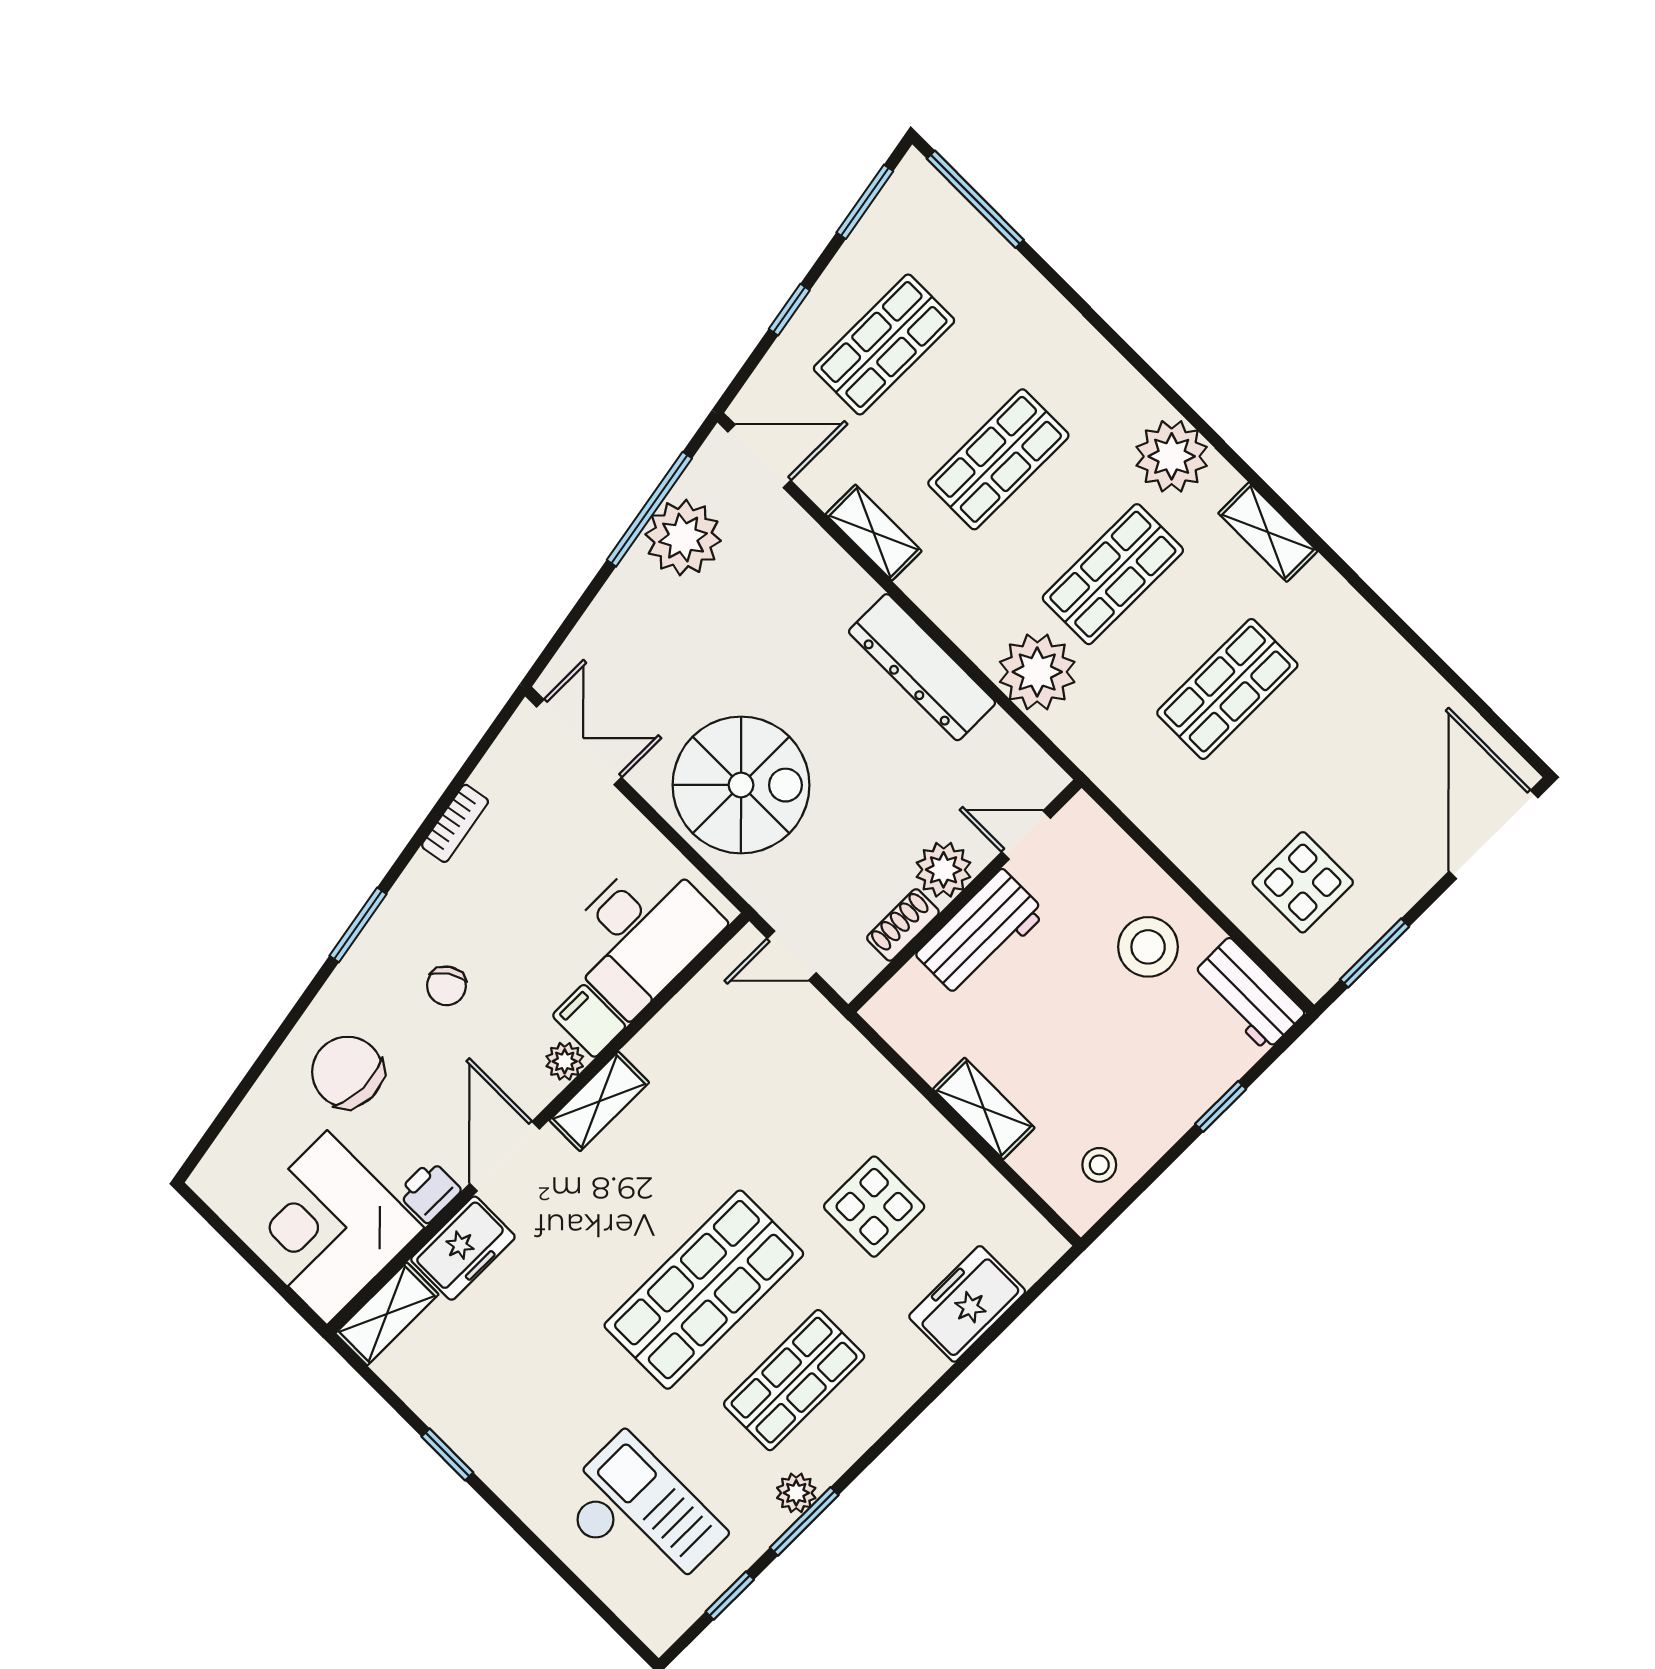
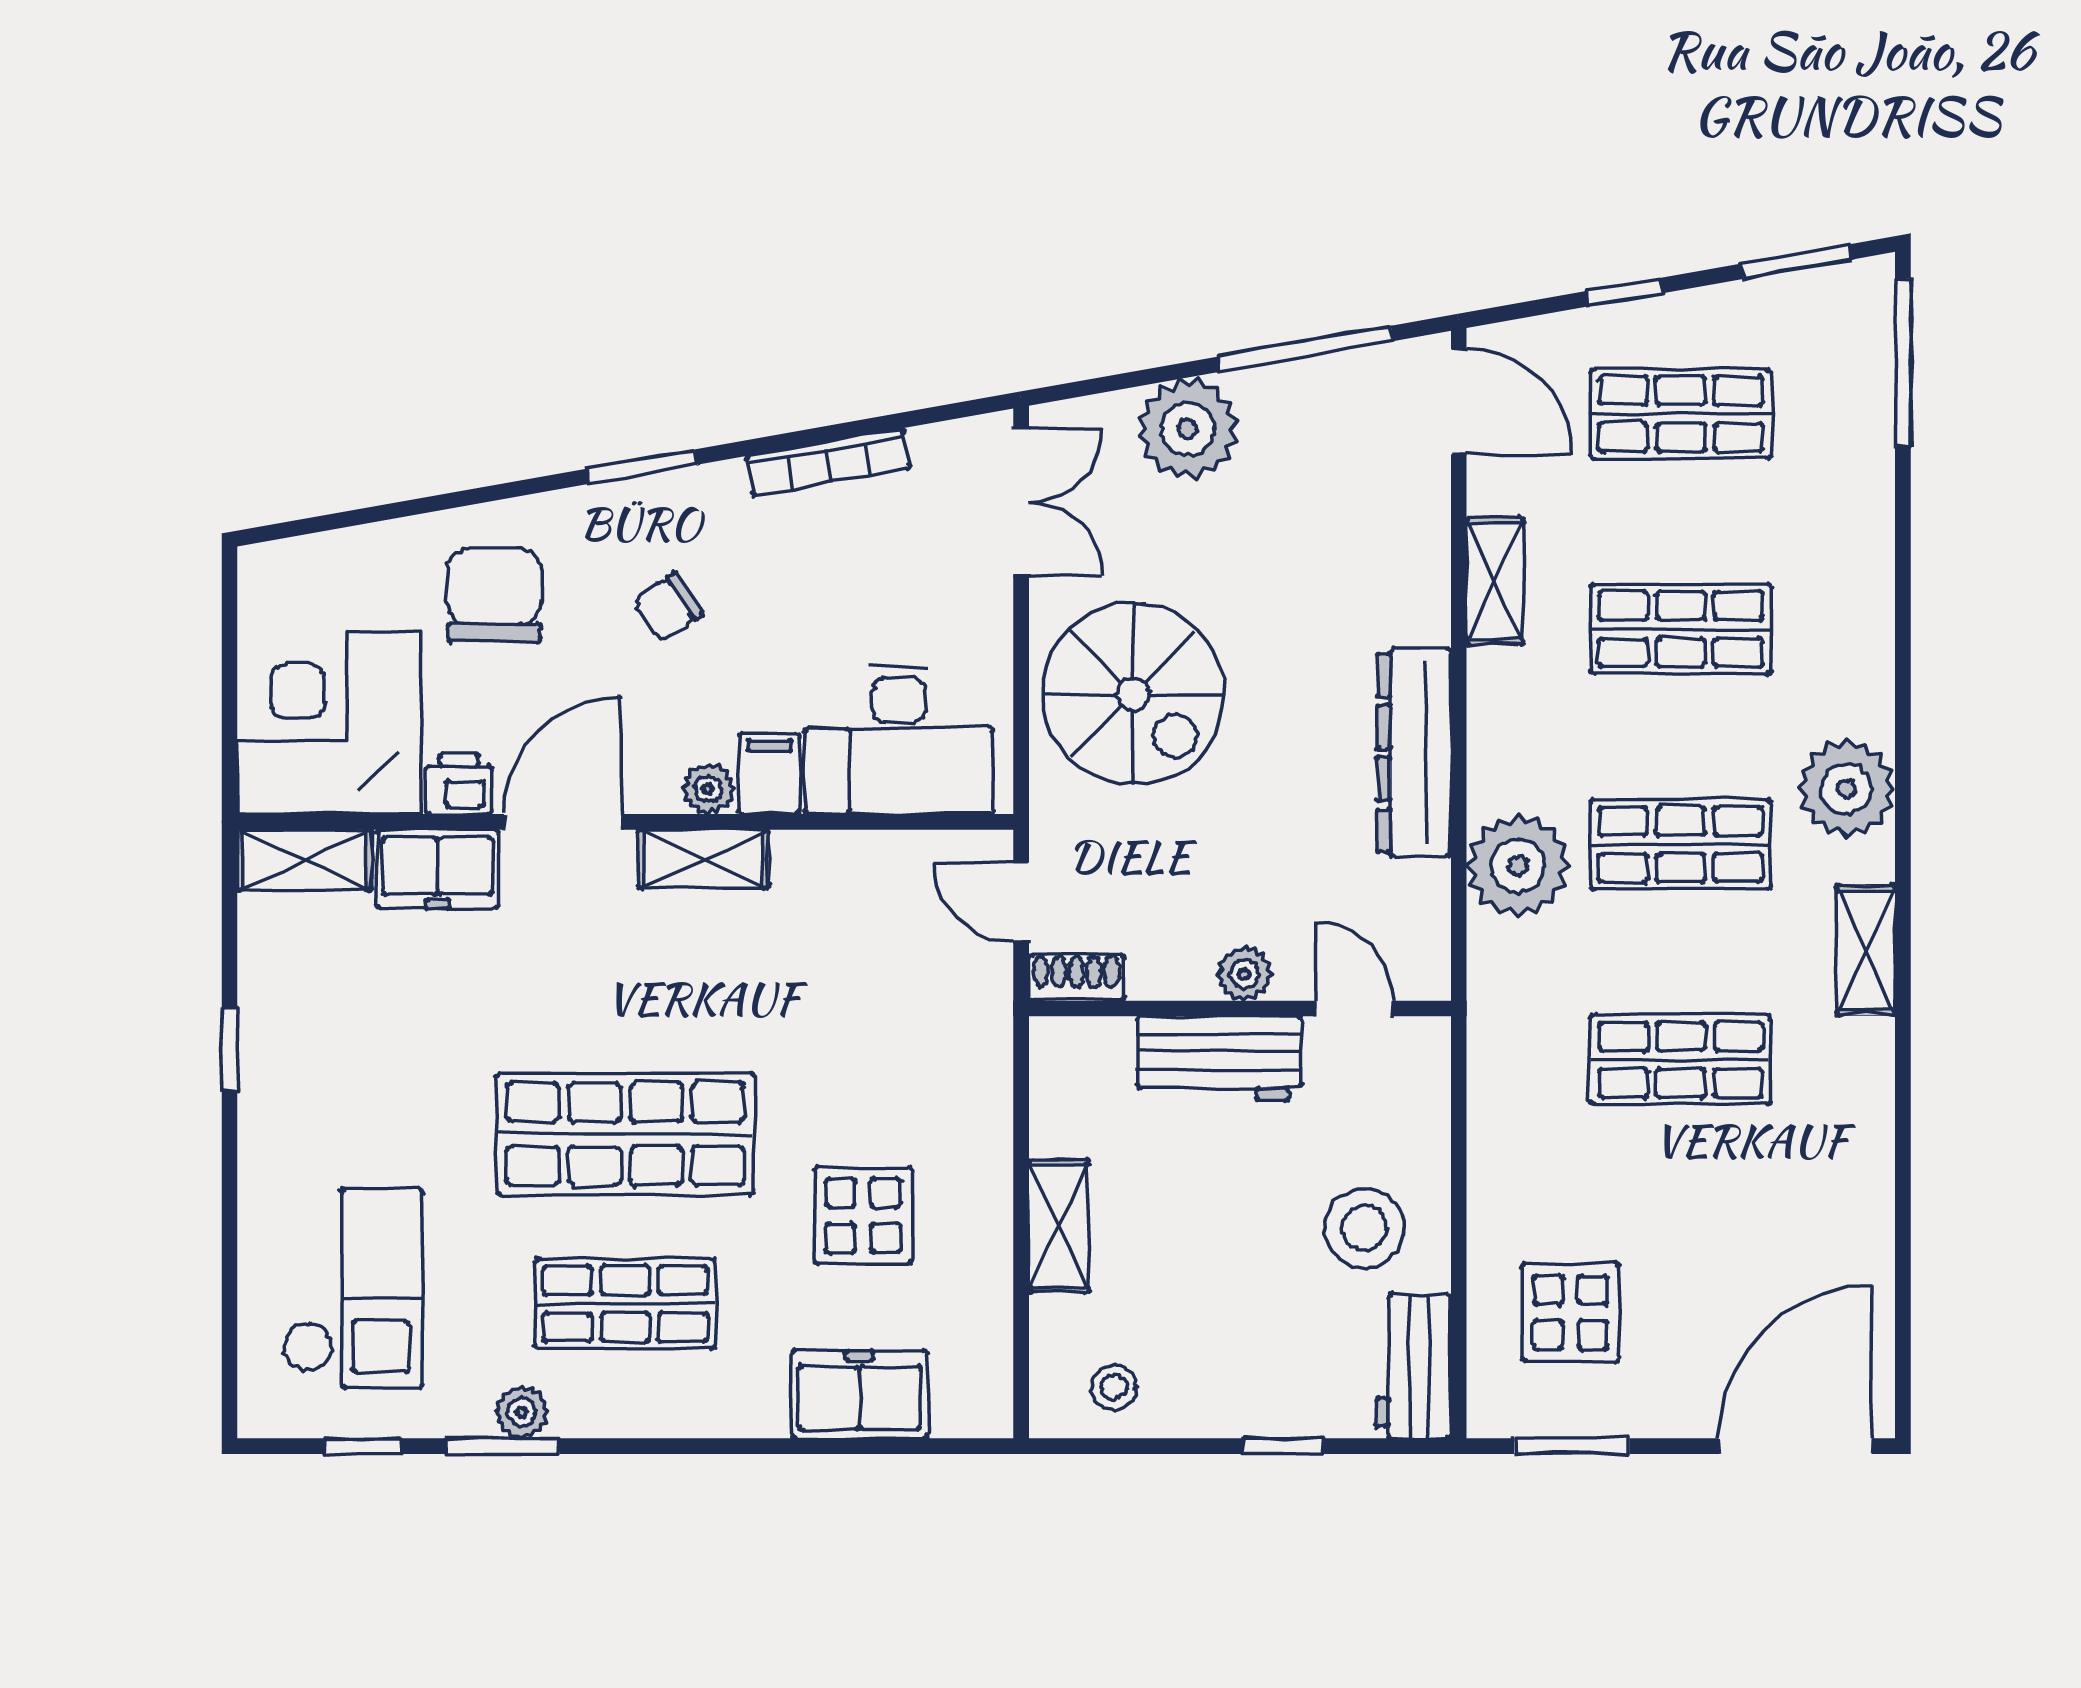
plant: (683, 538) -> (1188, 429), moved
bookcase: (455, 823) -> (828, 462), width x1.56
plant: (943, 870) -> (1244, 974), width x0.73, depth x0.73
shoe rack: (903, 925) -> (1076, 978), moved

